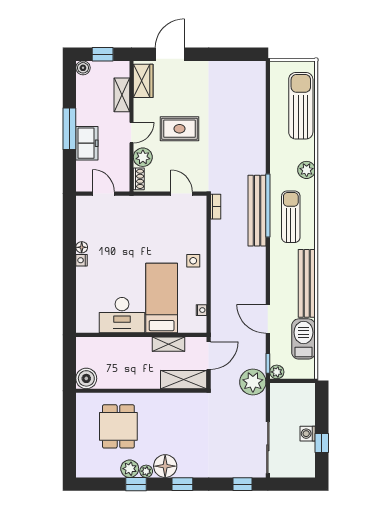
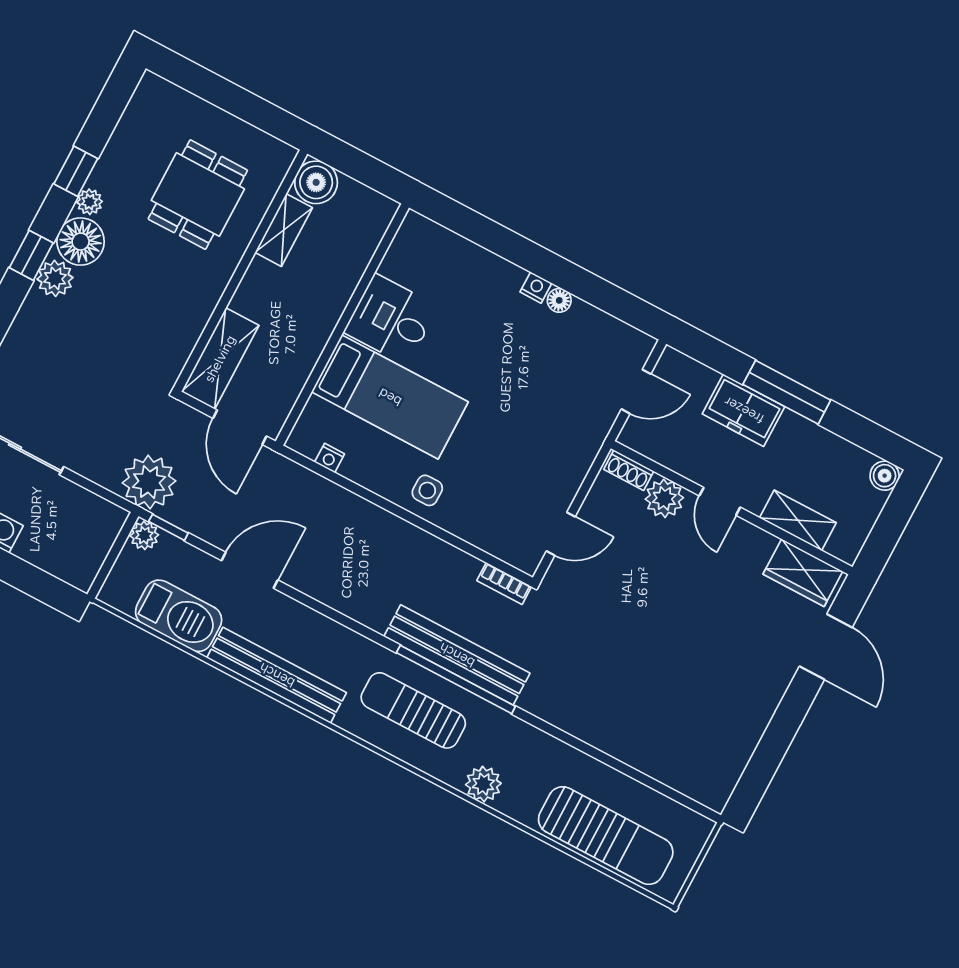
window: (103, 54) -> (890, 525), removed
rug: (179, 129) -> (681, 593), removed
sun lounger: (291, 217) -> (413, 710), turned 180
desk: (122, 315) -> (391, 319), width x0.73
shelving: (168, 344) -> (284, 230), moved
dining table: (118, 426) -> (198, 195), turned 90
plant: (130, 469) -> (55, 278), moved

